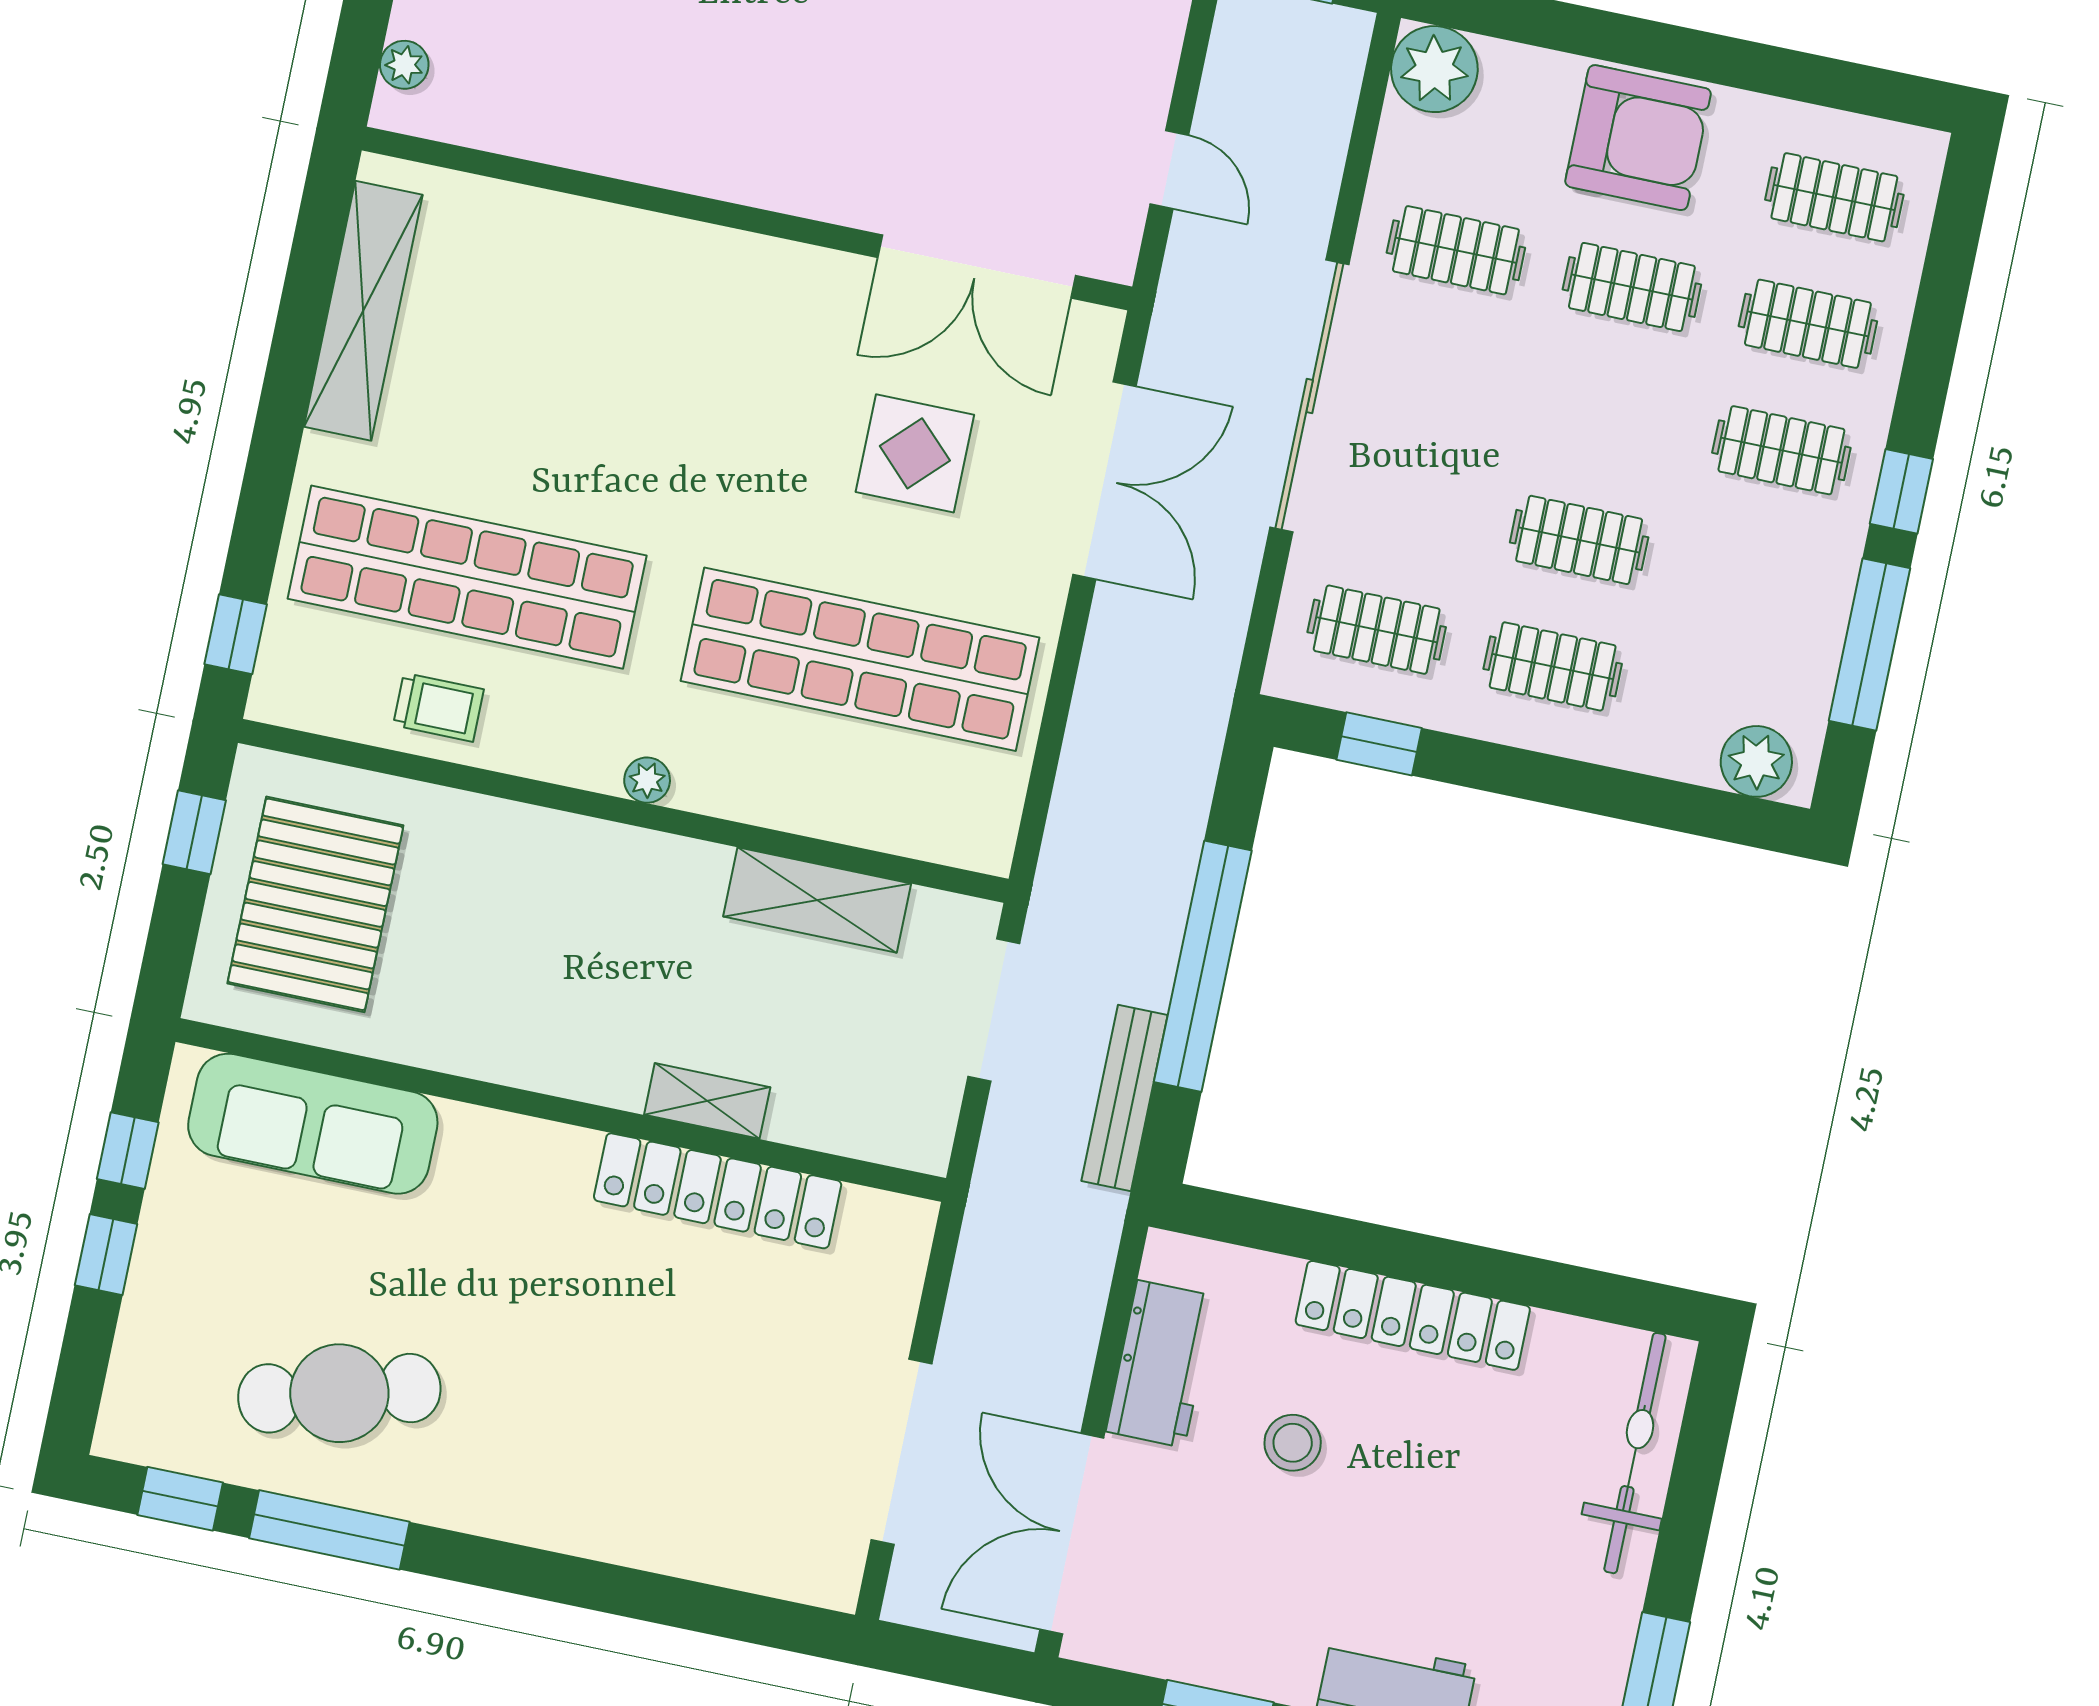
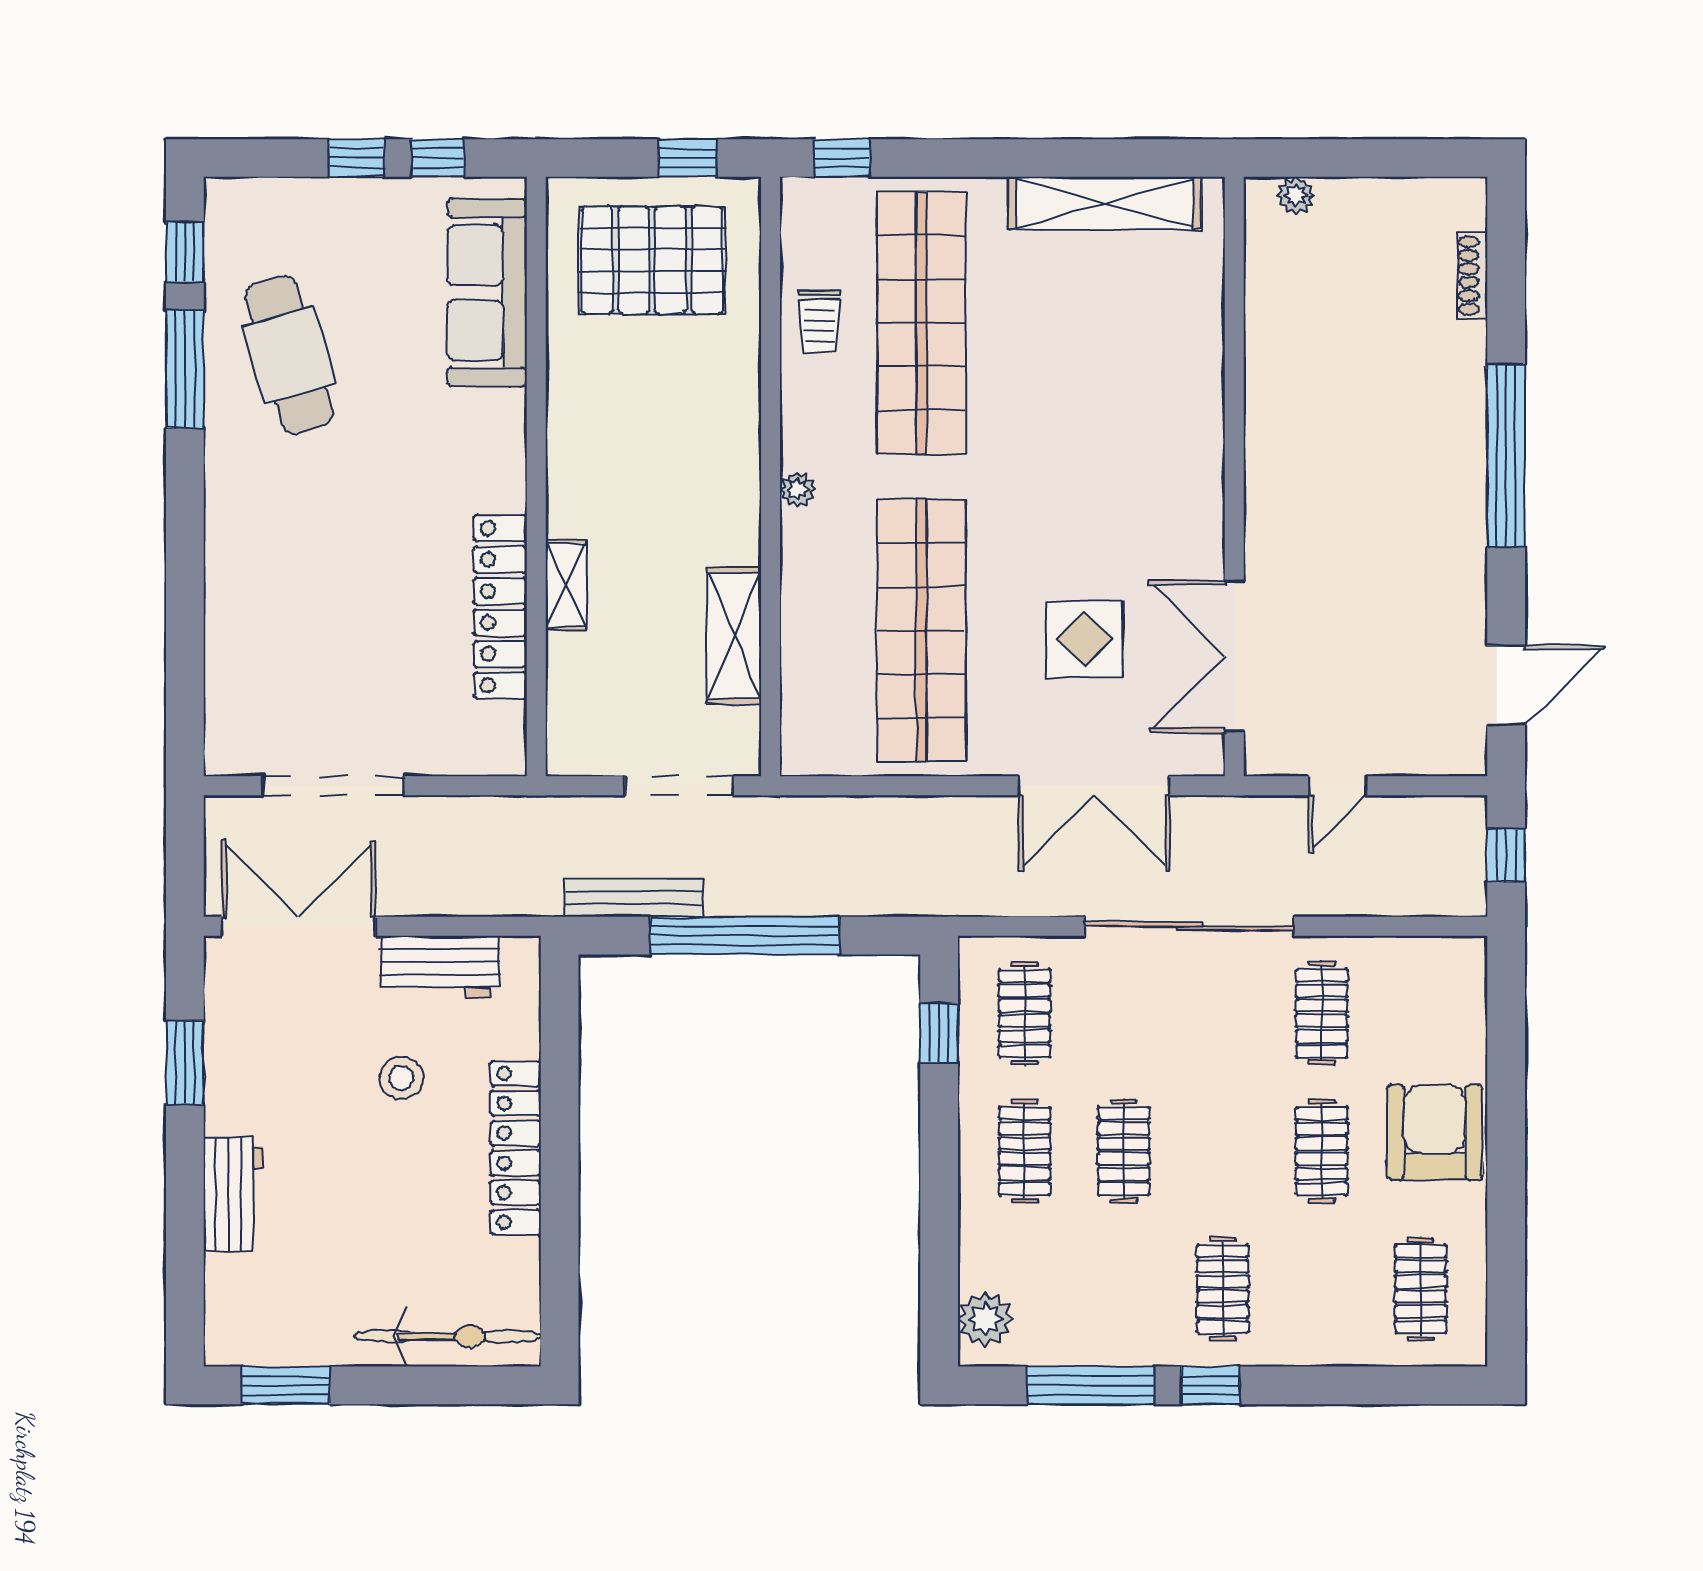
plant: (1434, 69) -> (1454, 969), removed
armchair: (1638, 138) -> (1435, 1132), turned 180
clothes rail: (1808, 324) -> (1322, 1289), removed

